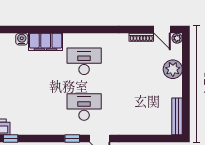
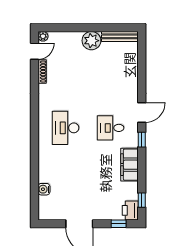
filing cabinet: (46, 42) -> (130, 165), moved, turned 180
plant: (173, 69) -> (91, 41), moved
desk: (84, 107) -> (111, 128), width x0.73

